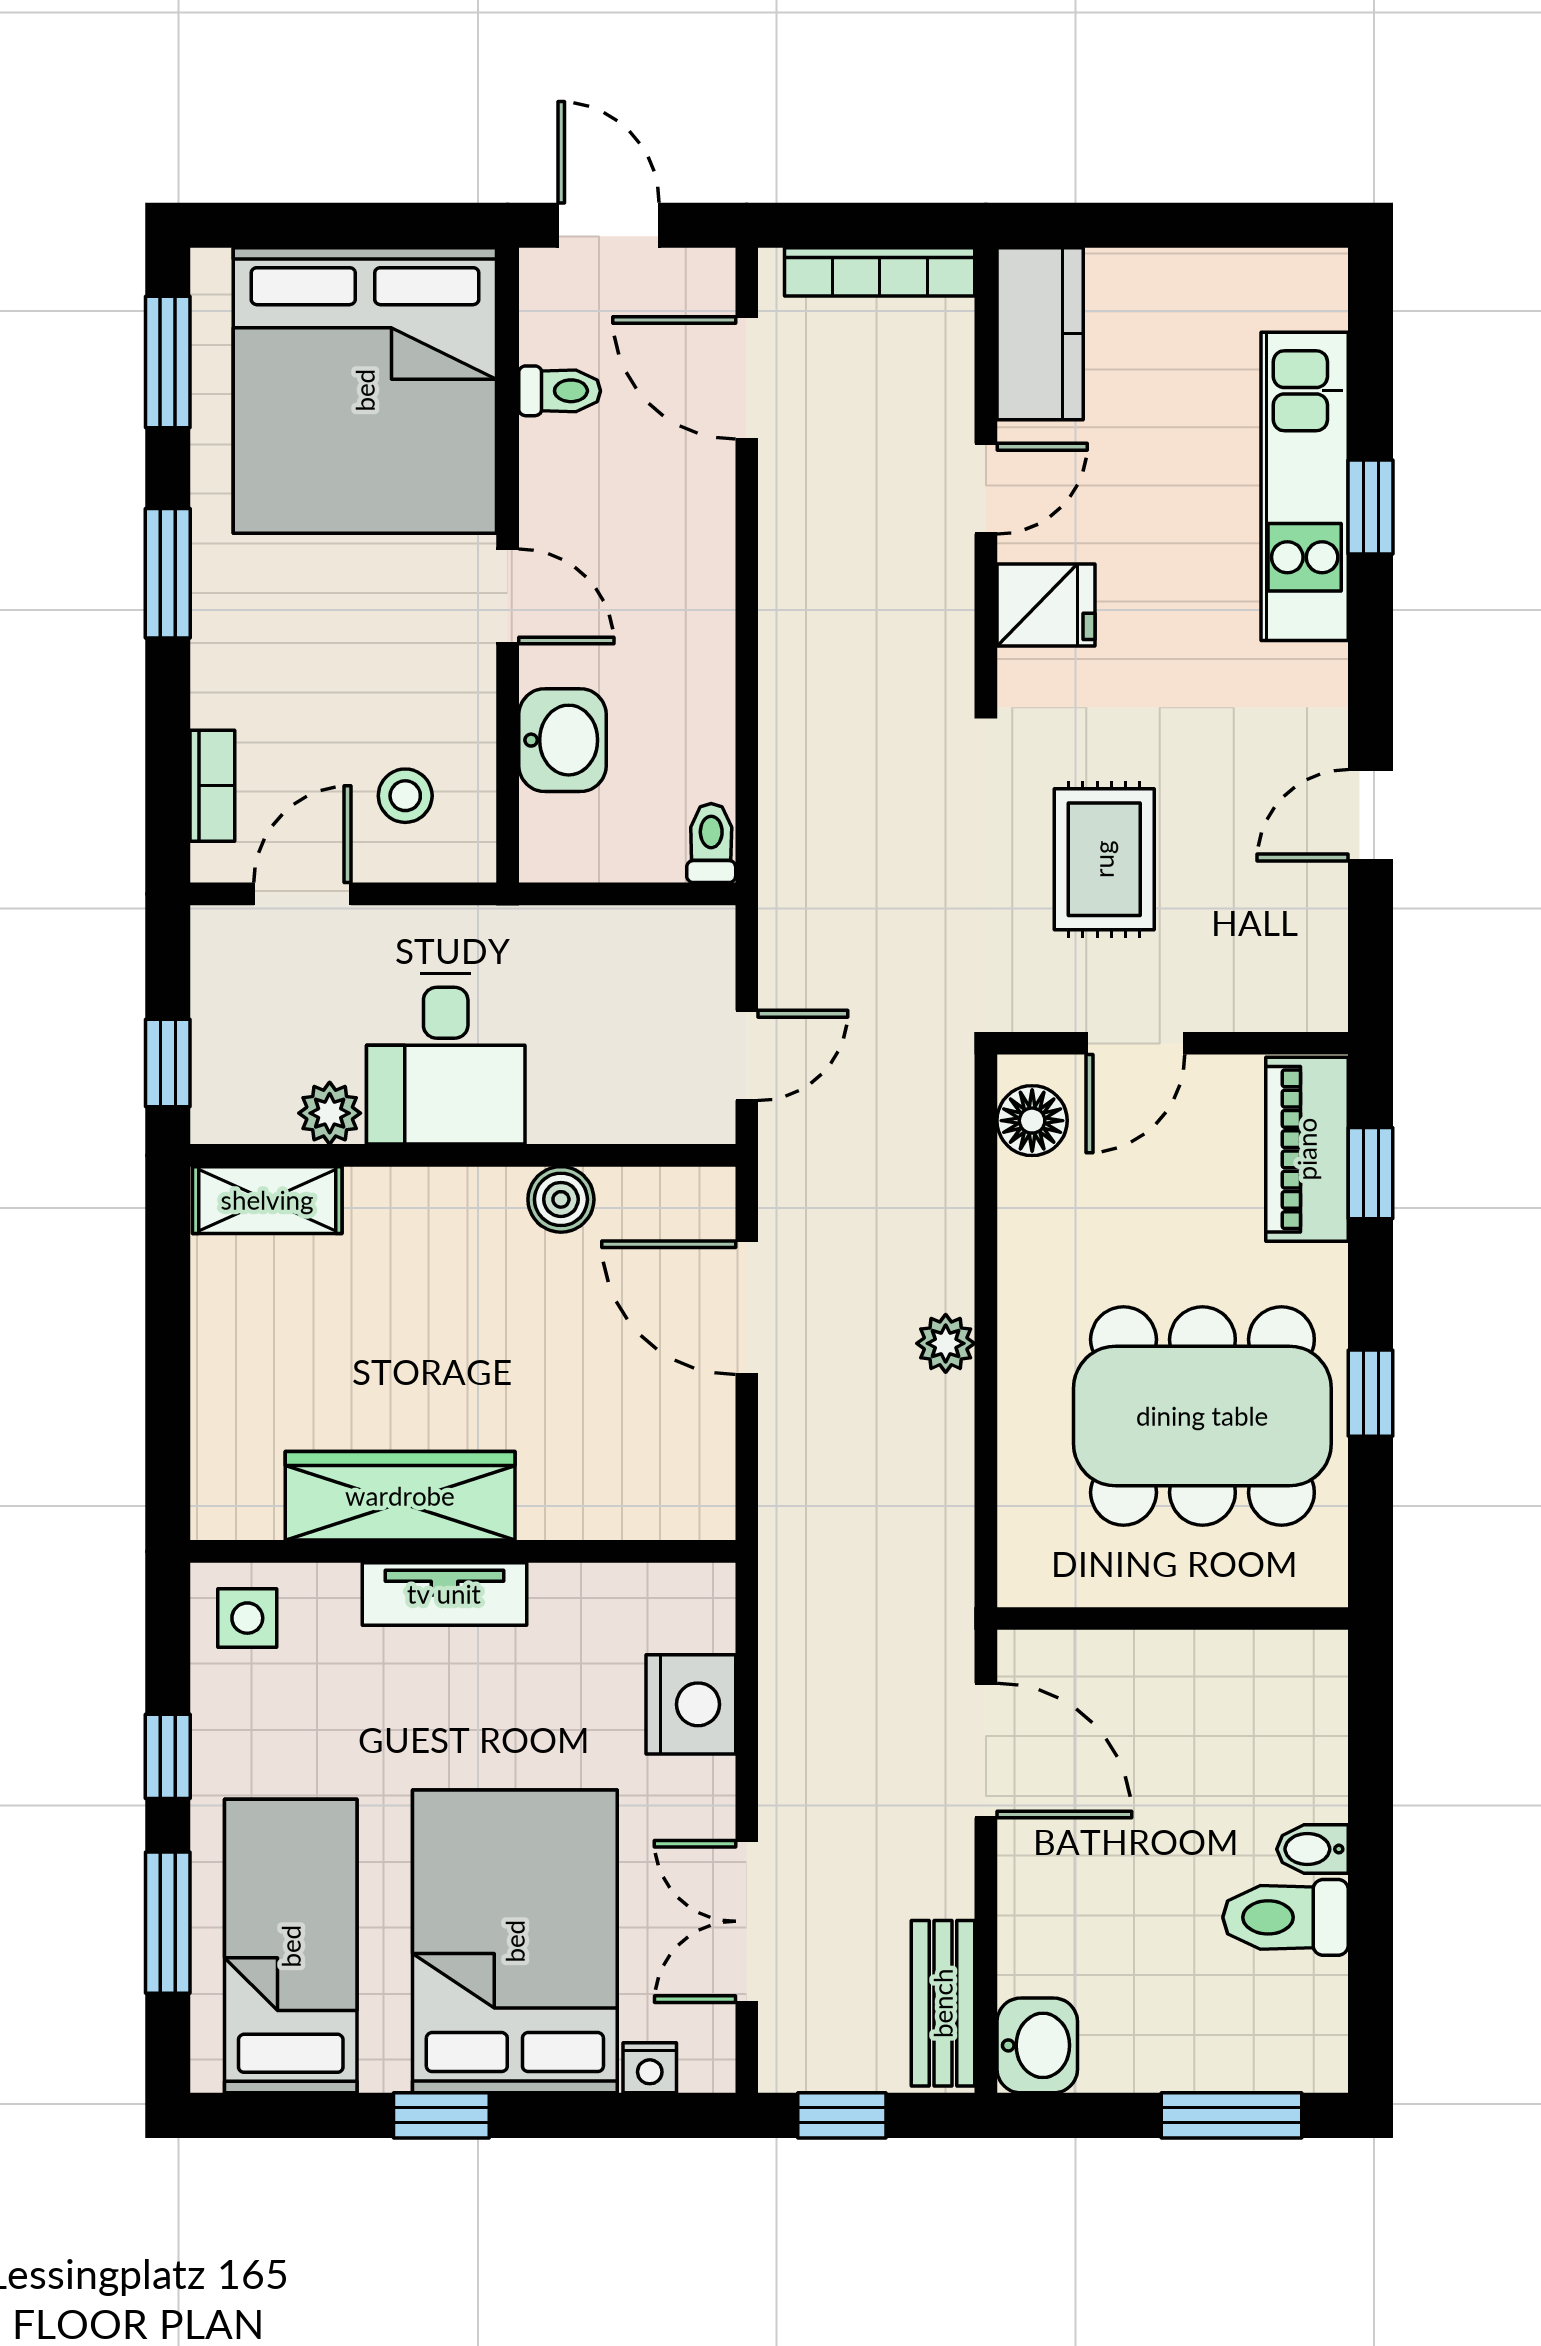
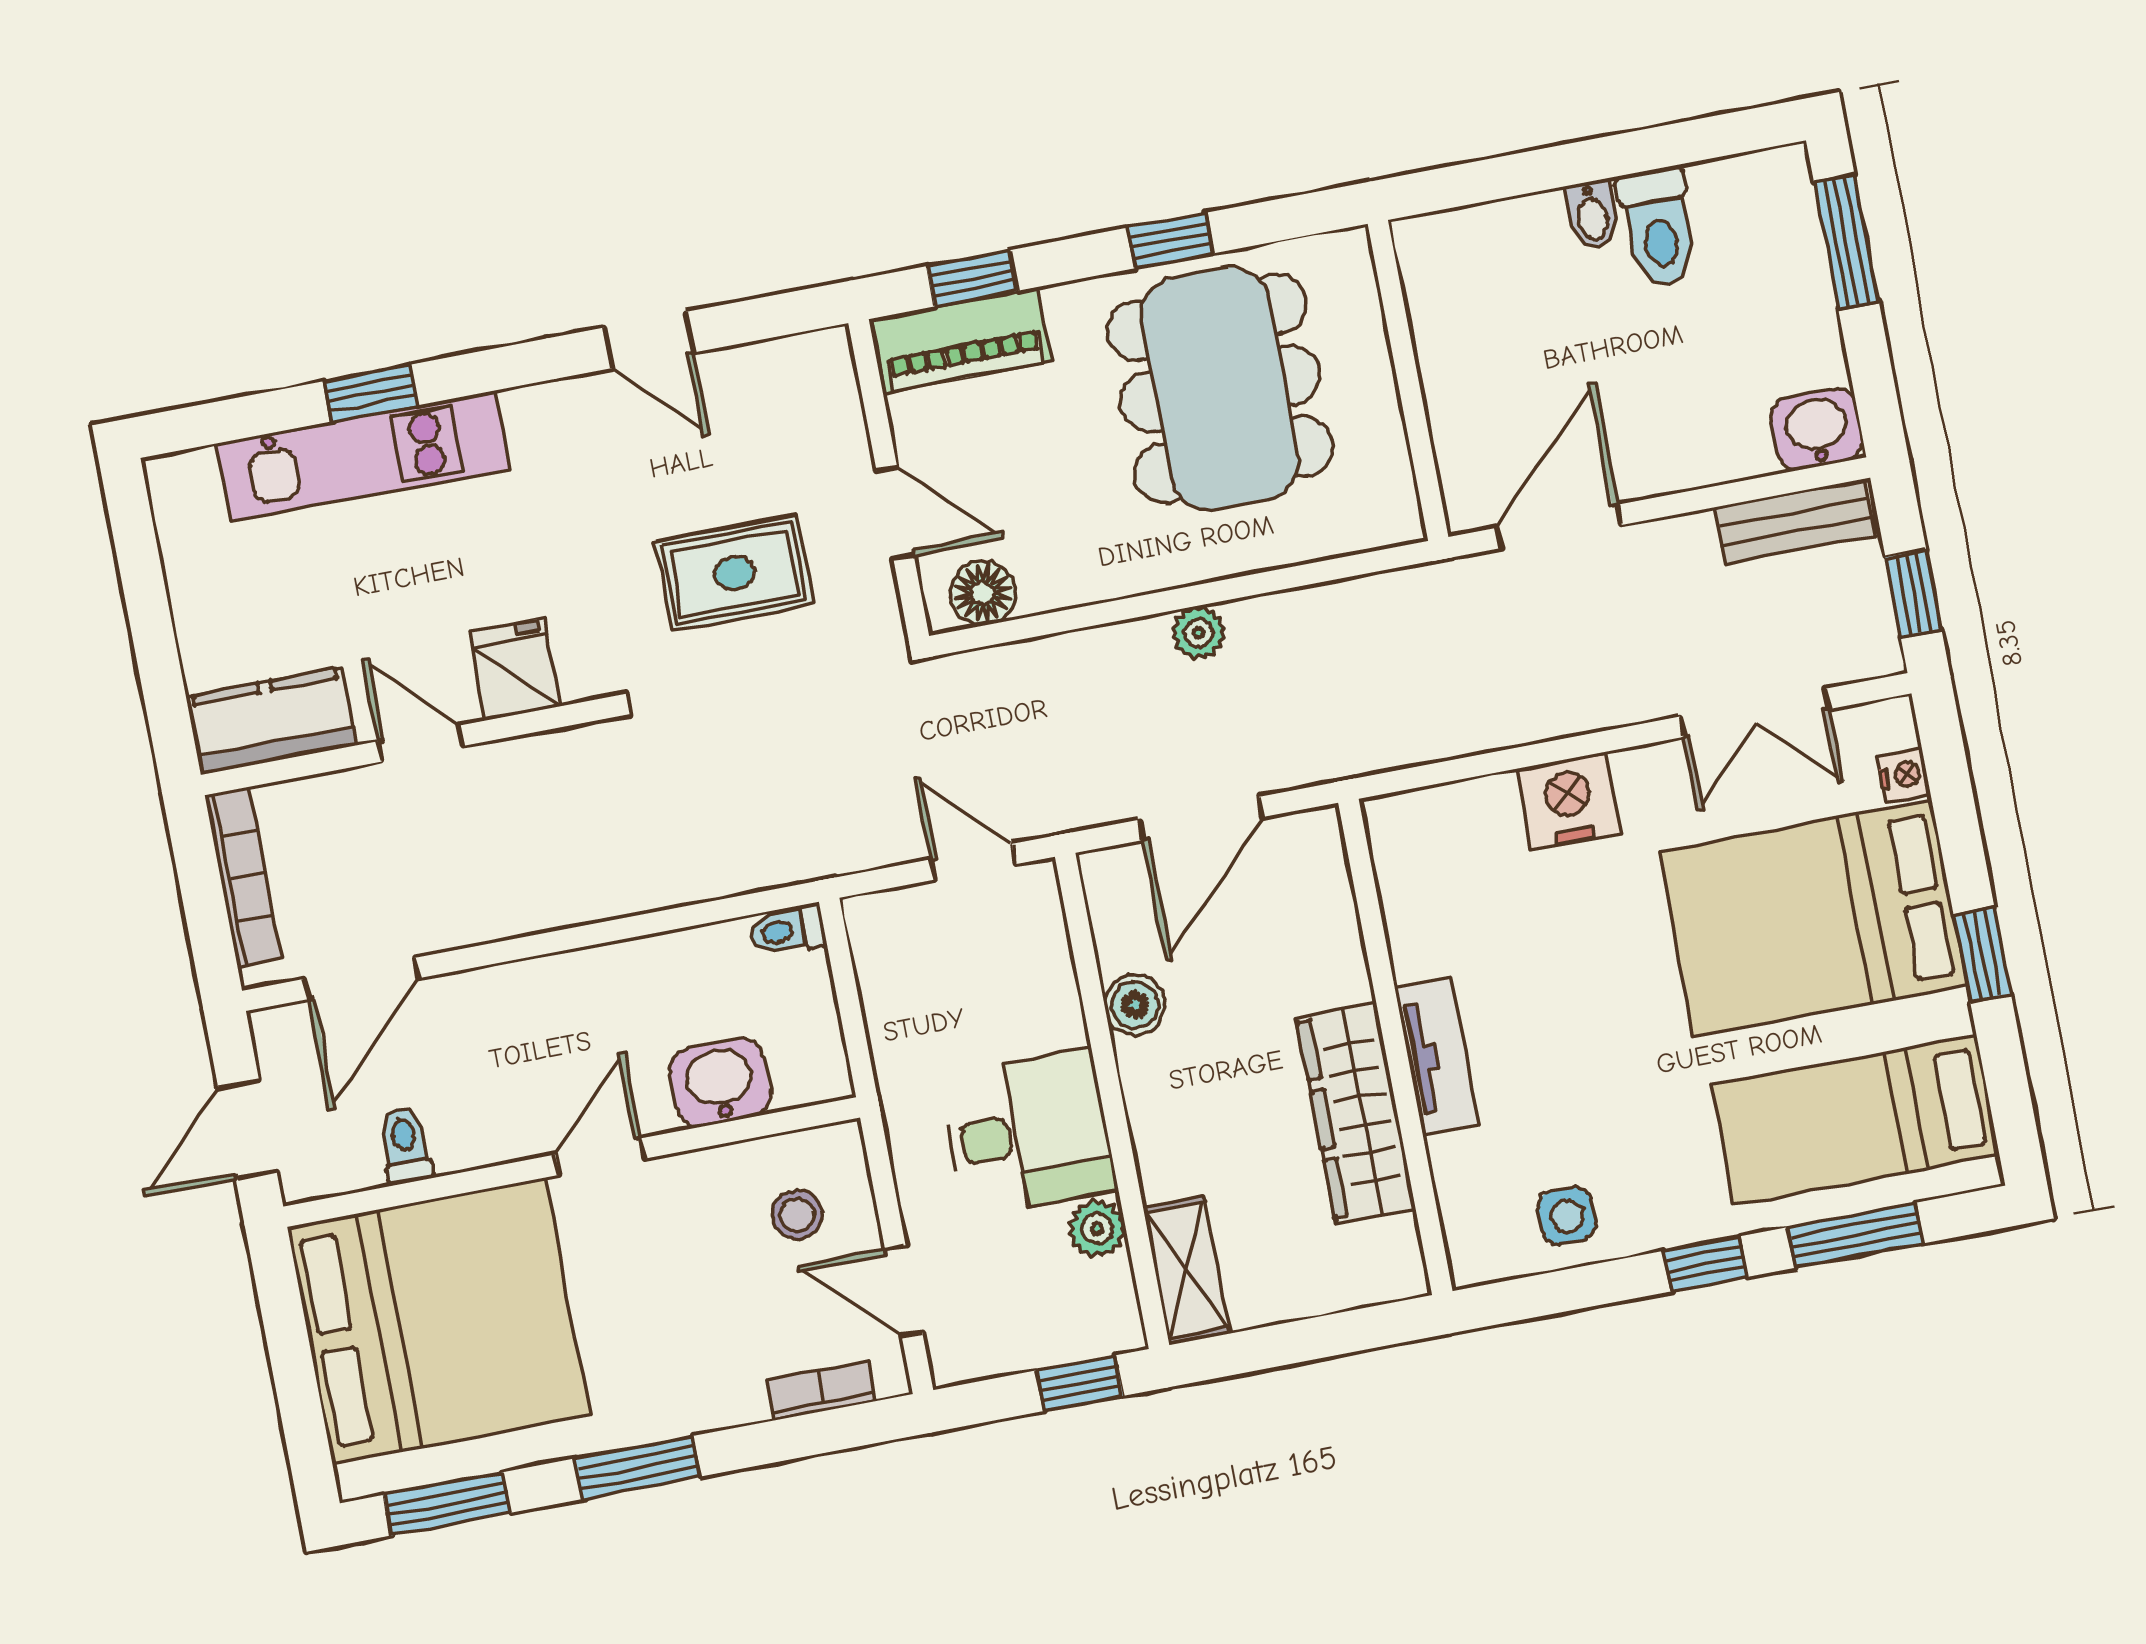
wardrobe: (400, 1496) -> (1356, 1113), moved
wall: (463, 1551) -> (1395, 1047), moved
tv unit: (444, 1594) -> (1437, 1056), moved

